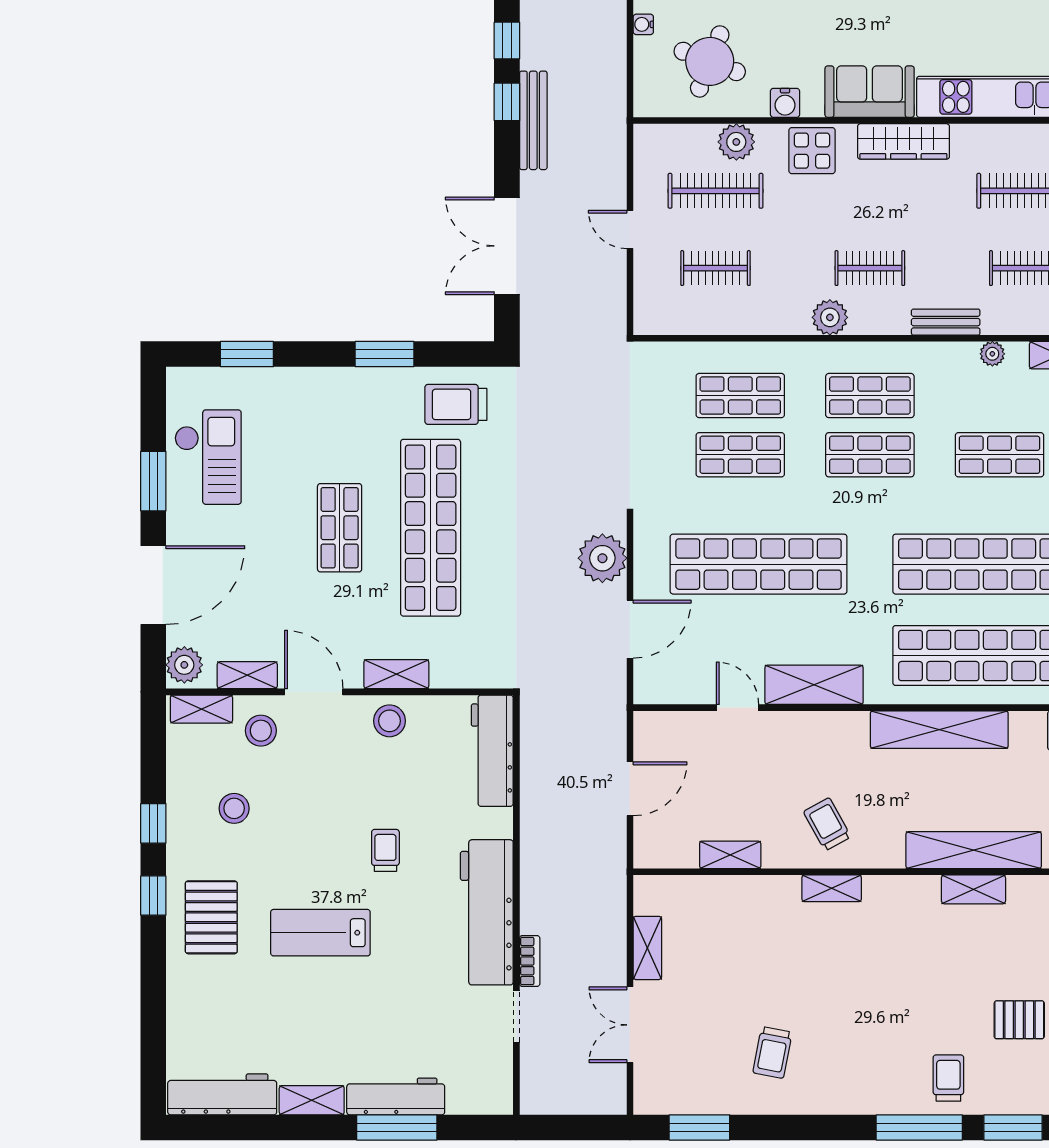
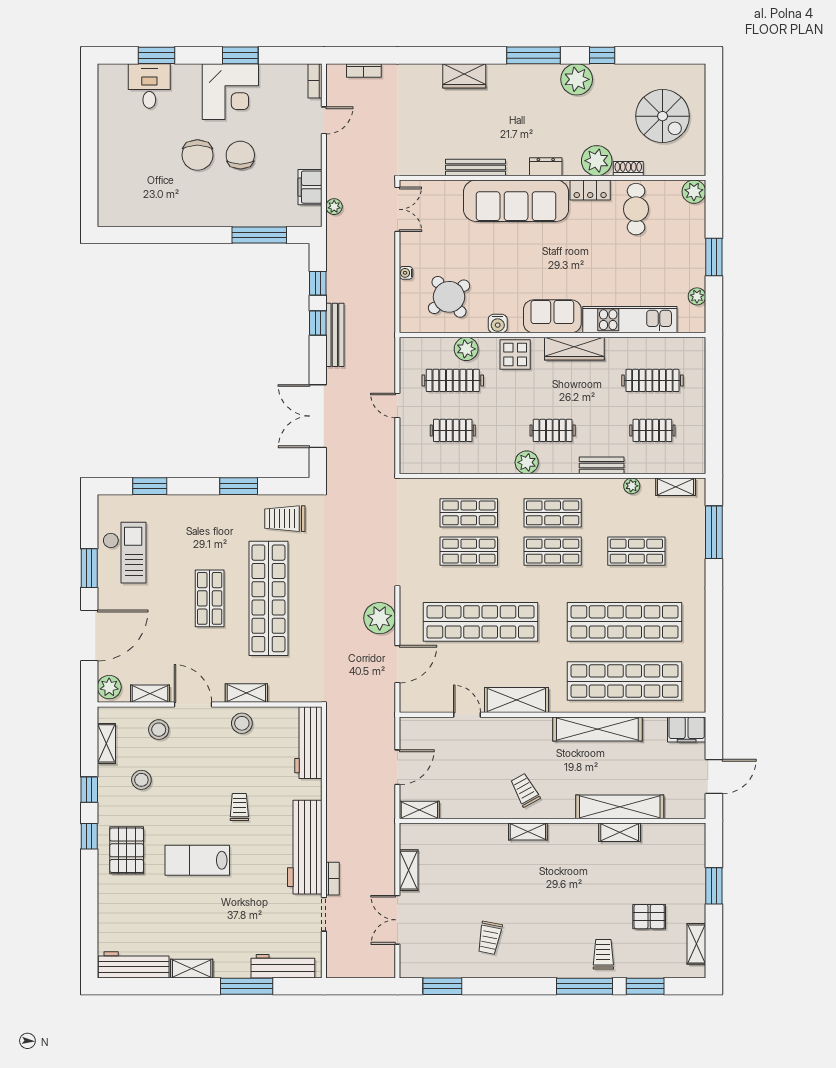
round table: (710, 61) -> (449, 297), turned 32
shelving: (201, 709) -> (106, 743), moved, turned 90
shelving: (730, 855) -> (419, 810), moved
workbench: (396, 1096) -> (283, 966), moved

